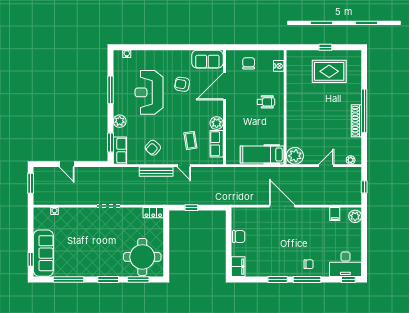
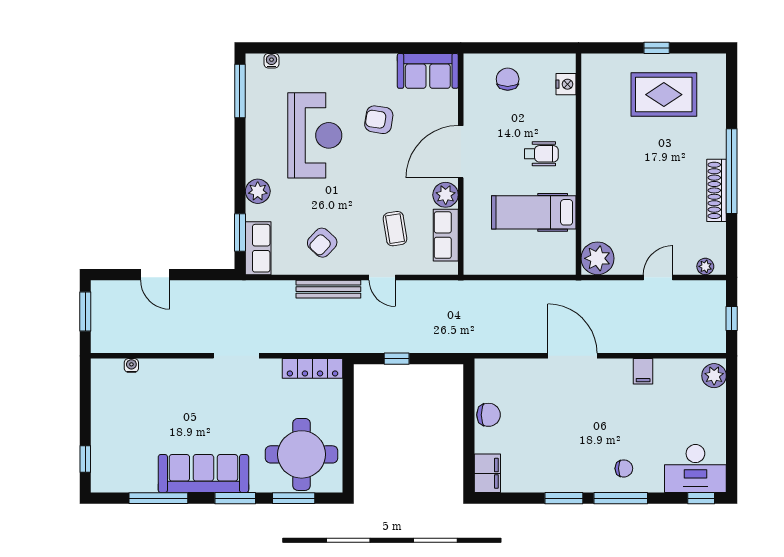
door: (224, 86) -> (461, 152), moved
window: (111, 90) -> (240, 91), moved
reception desk: (149, 92) -> (315, 135), turned 180
hospital bed: (262, 154) -> (534, 212), moved
locker: (153, 213) -> (312, 368), width x1.53
filing cabinet: (335, 214) -> (643, 371), moved
sofa: (43, 253) -> (203, 474), moved, turned -90

